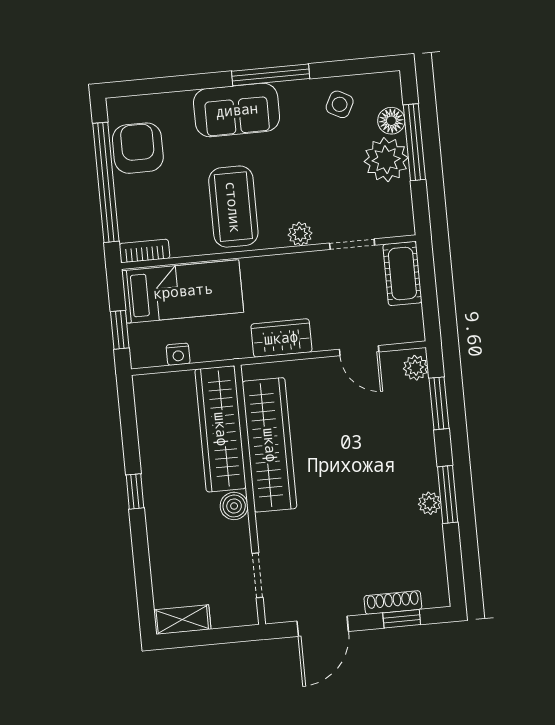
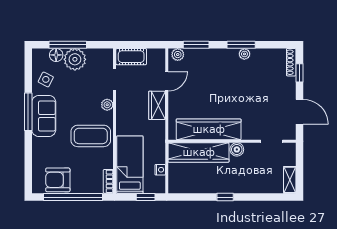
sofa: (237, 110) -> (44, 116), moved
wardrobe: (281, 338) -> (157, 105), moved
shoe rack: (393, 603) -> (291, 62), moved

